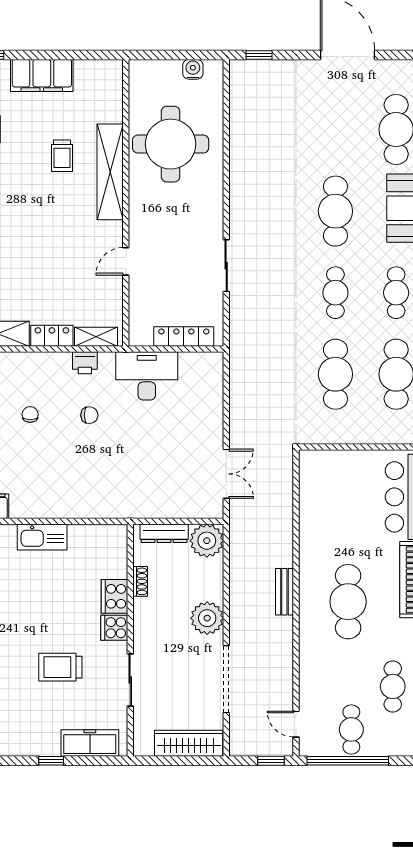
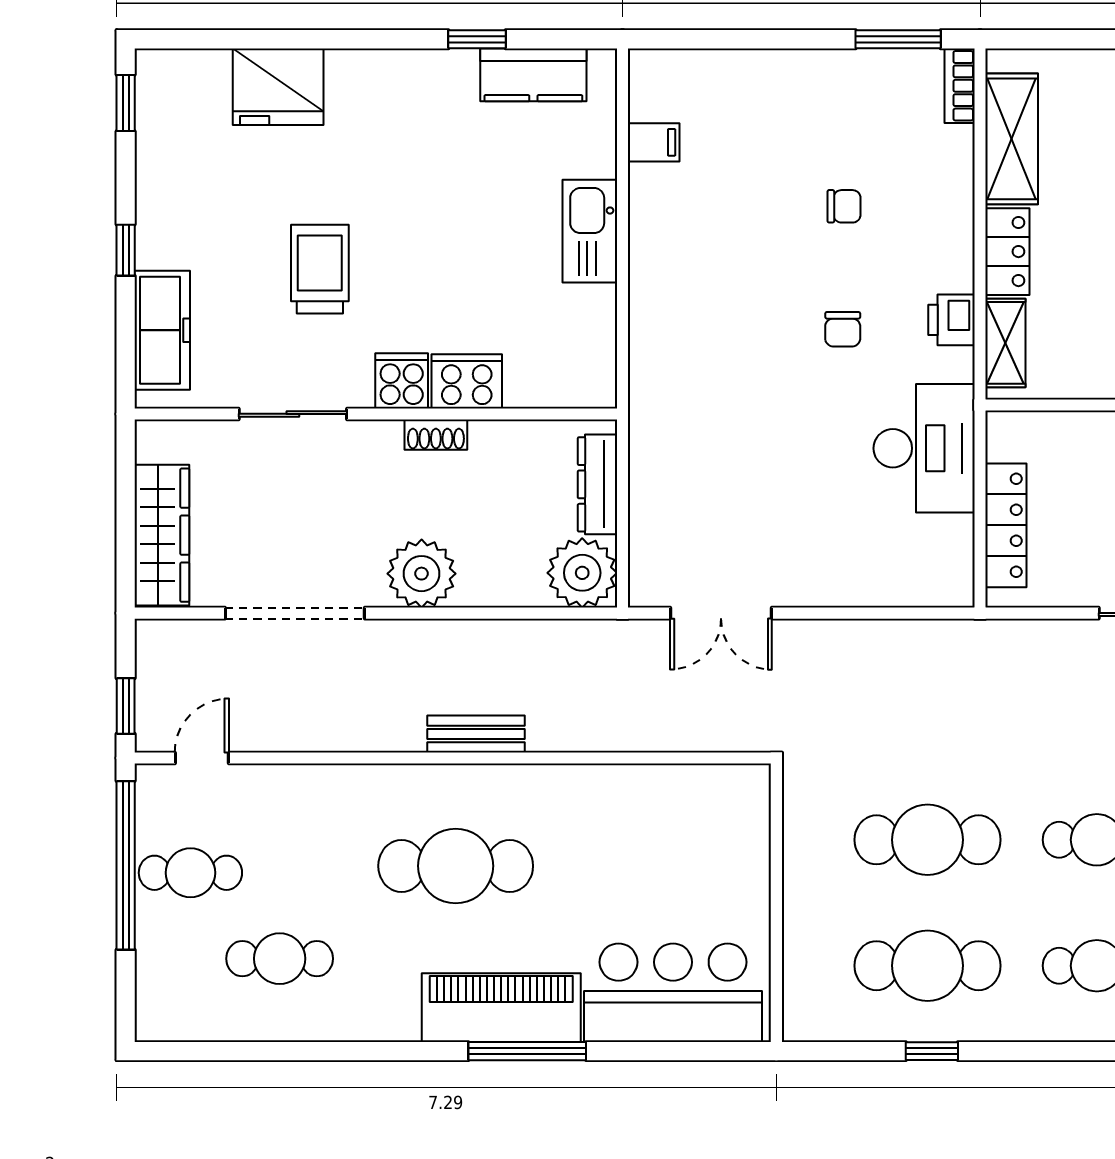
shoe rack: (140, 581) -> (436, 435), moved

